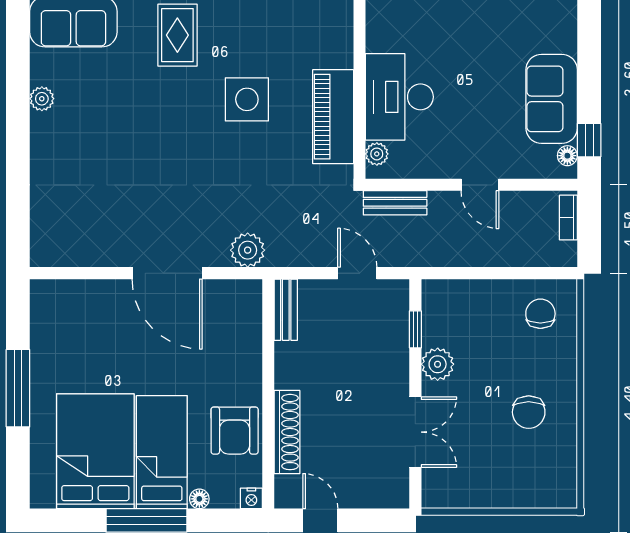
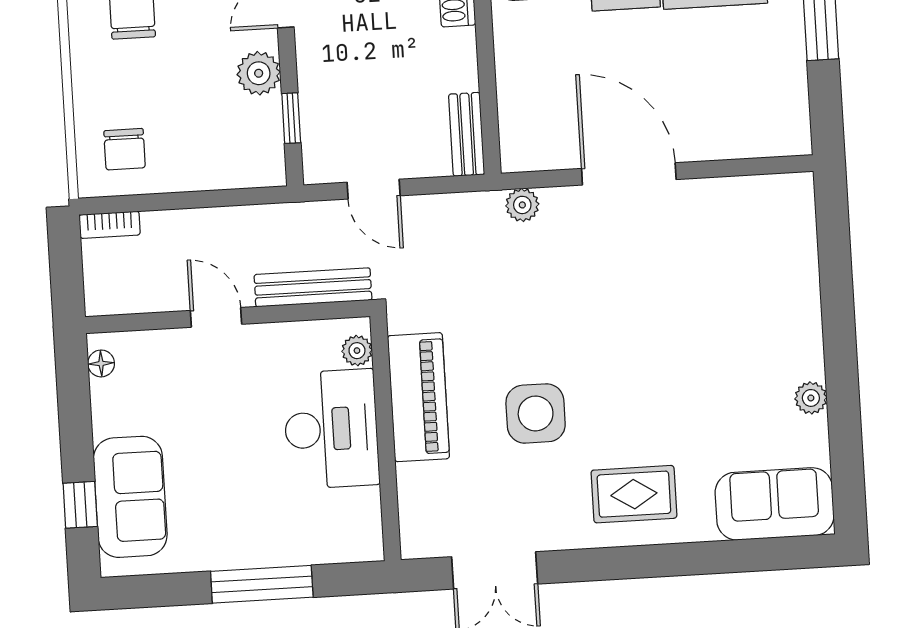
rug: (177, 35) -> (634, 494), turned 90
sofa: (552, 99) -> (130, 497), moved
window: (589, 140) -> (80, 505), moved
bench: (395, 203) -> (313, 287), width x1.36
bookcase: (568, 218) -> (110, 225), moved, turned 90
plant: (248, 250) -> (522, 205), width x0.73, depth x0.73

